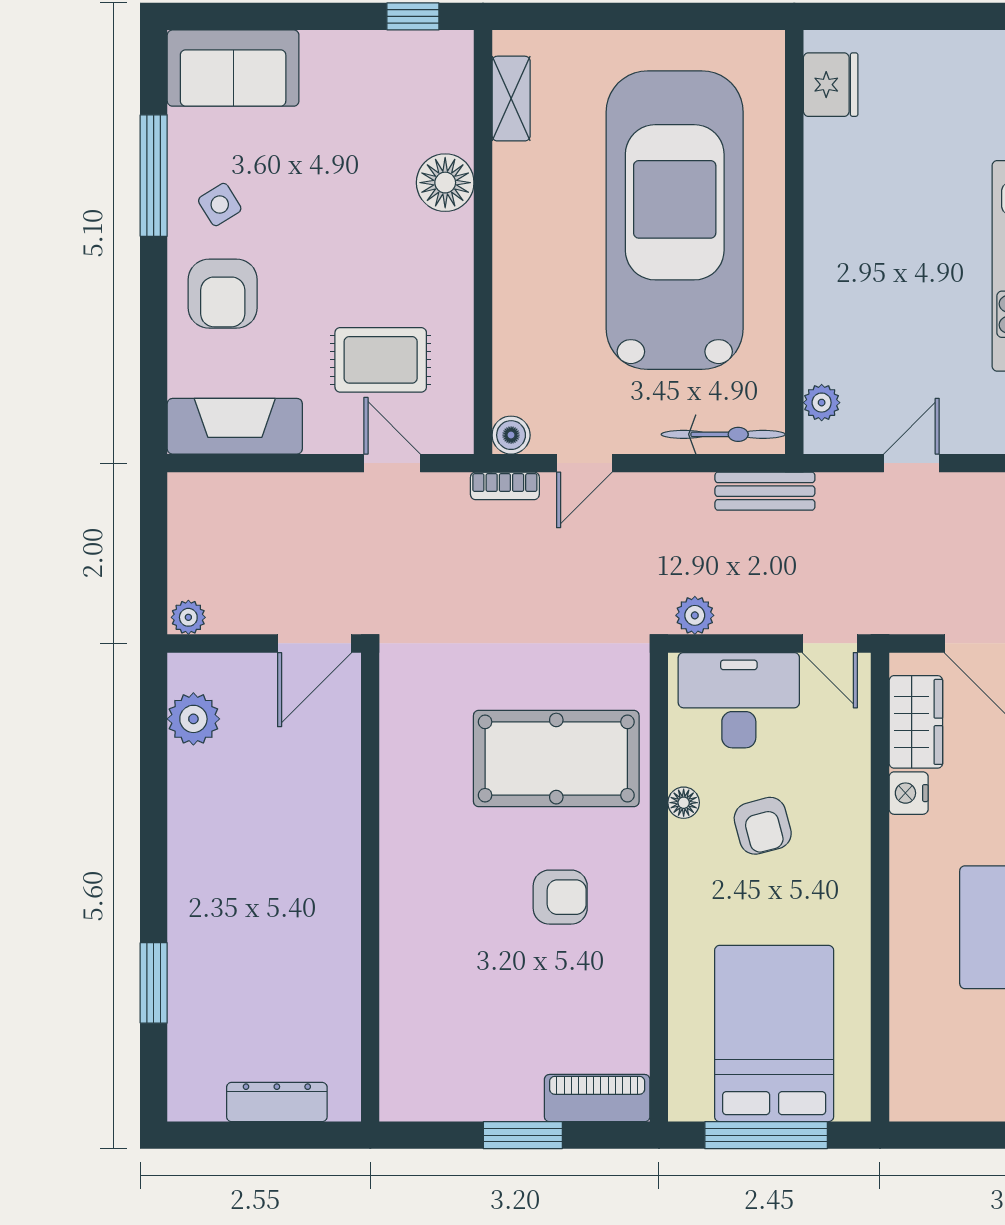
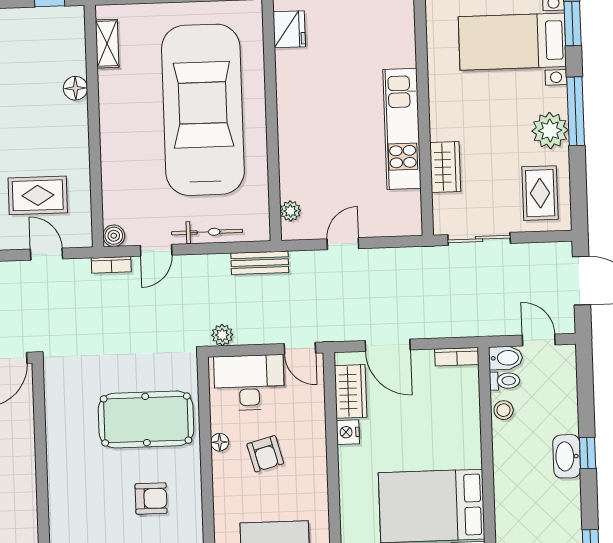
floor lamp: (445, 183) -> (75, 88), width x0.73, depth x0.73
bicycle: (723, 434) -> (207, 232), moved

